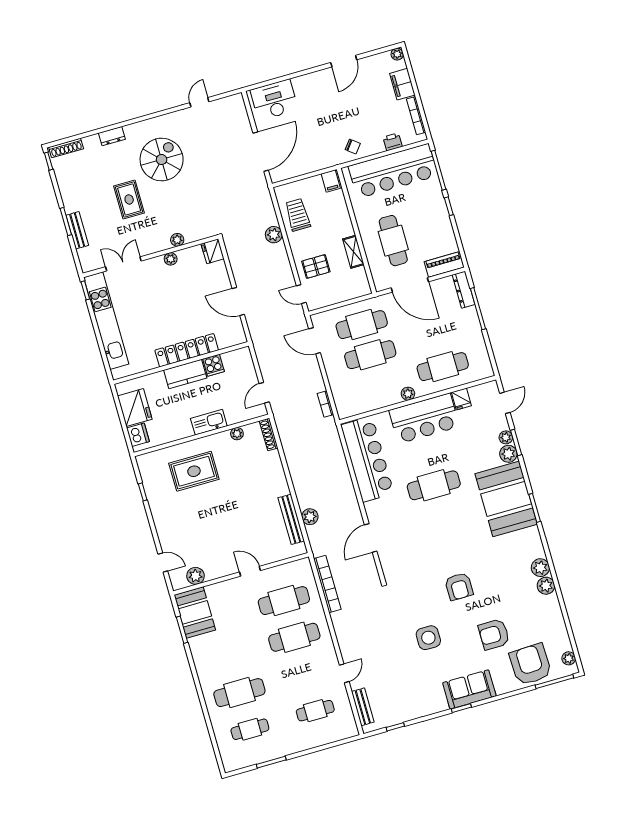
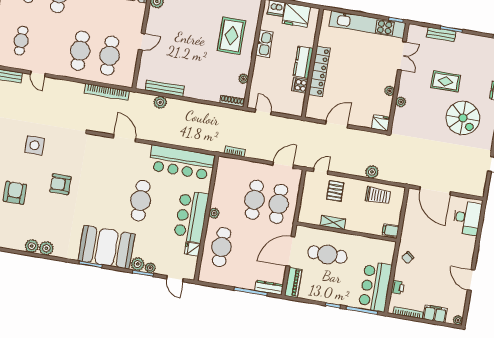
bar counter: (393, 171) -> (375, 287), width x0.73
kitchen sink: (209, 422) -> (264, 44), moved

